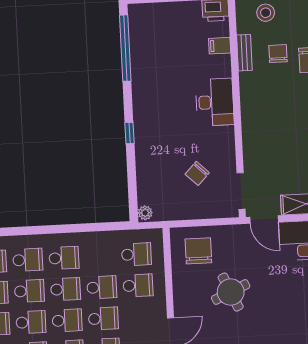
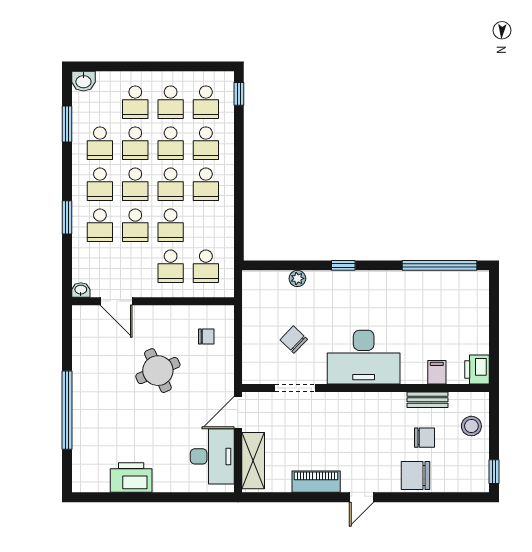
desk: (215, 102) -> (364, 357), width x1.36, depth x1.30
doorway: (241, 191) -> (295, 388), moved
plant: (145, 213) -> (297, 278), moved
chair: (198, 251) -> (206, 337), width x0.54, depth x0.54

